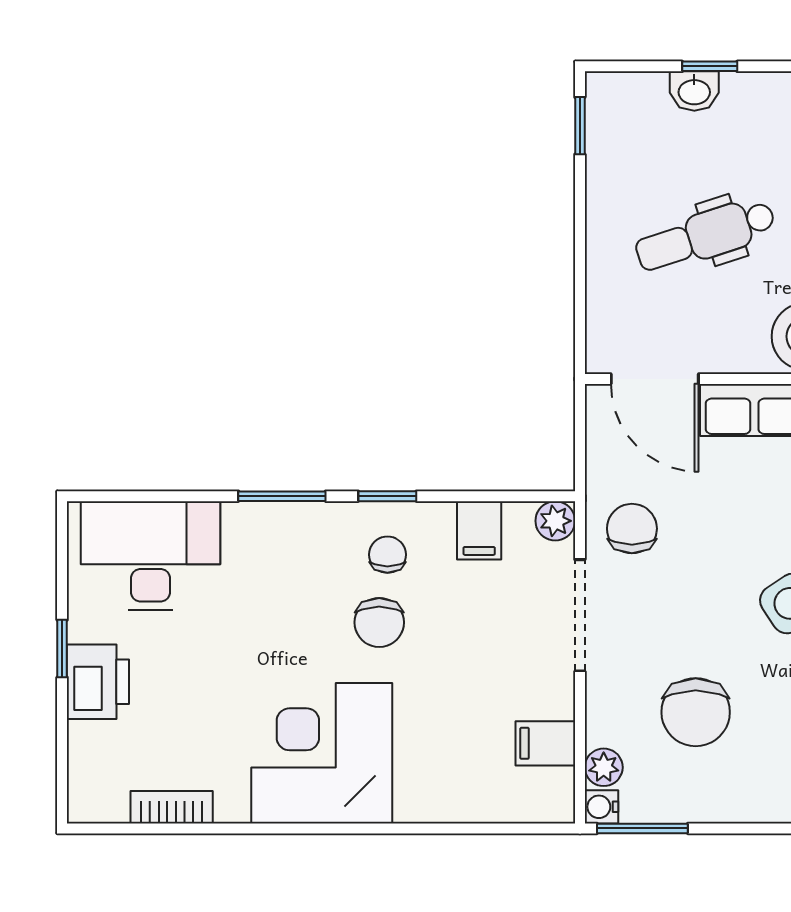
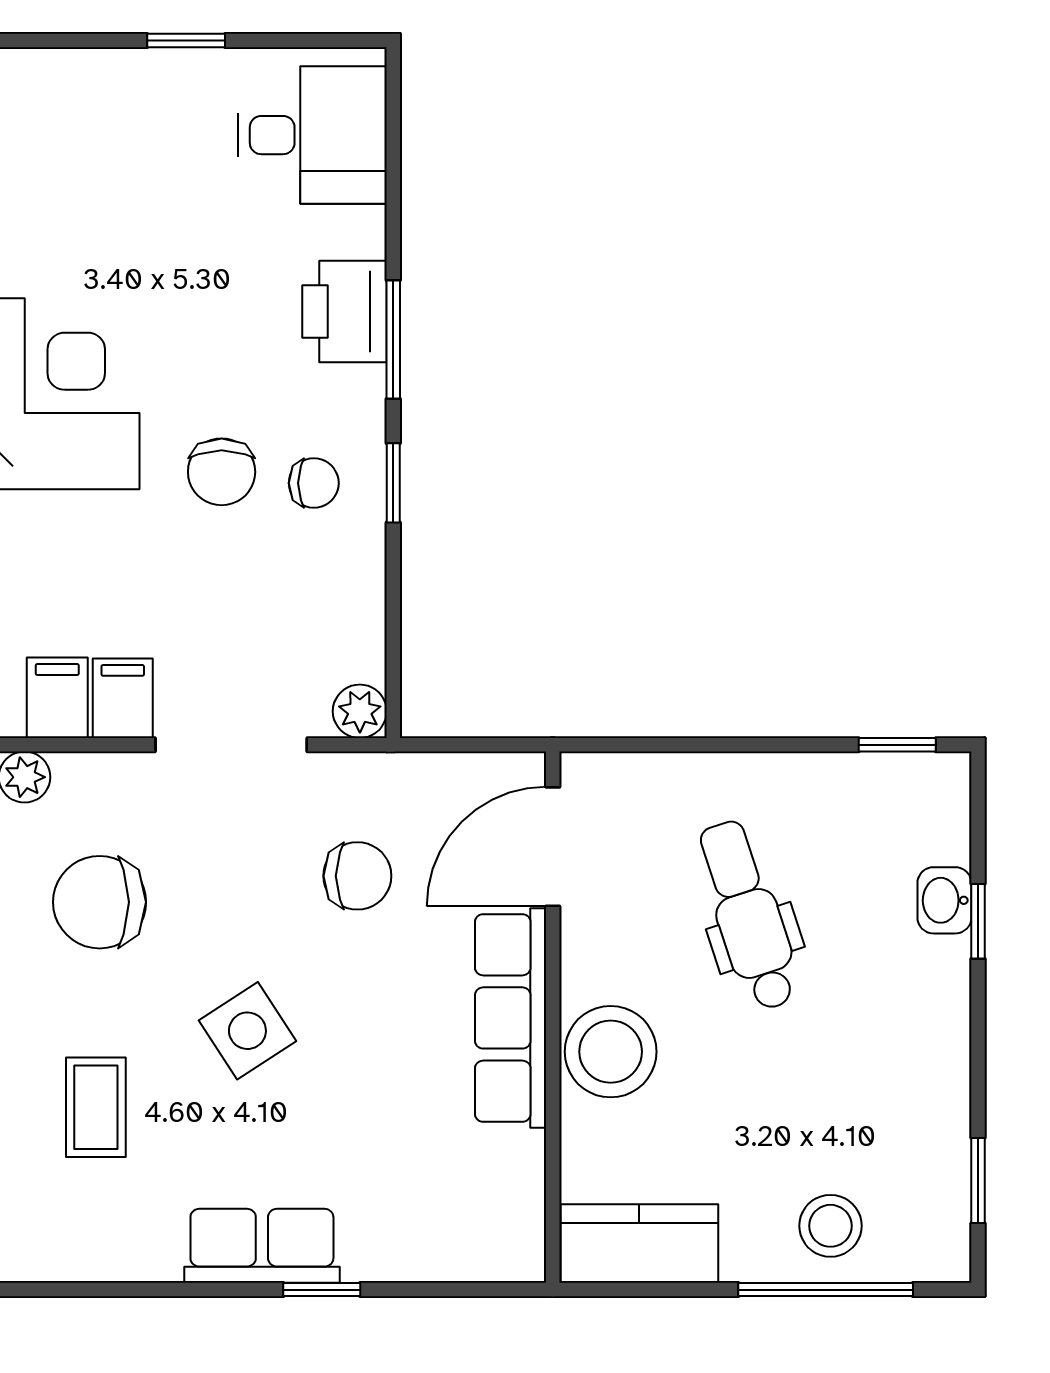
chair: (632, 529) -> (357, 876), moved
filing cabinet: (479, 530) -> (123, 698), moved, turned 90
desk: (150, 556) -> (312, 135), width x0.73
chair: (379, 622) -> (222, 472), turned -90
printer: (98, 682) -> (345, 312), moved, turned 90

